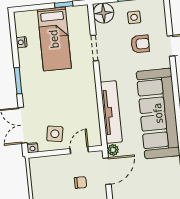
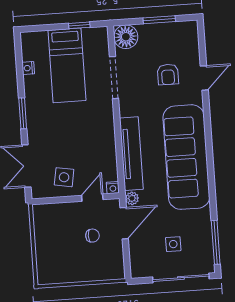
side table: (134, 17) -> (173, 244), moved
armchair: (140, 44) -> (168, 74), turned 90
doorway: (95, 48) -> (114, 78), width x1.38
nightstand: (32, 148) -> (113, 188), moved

